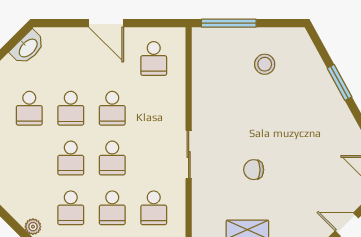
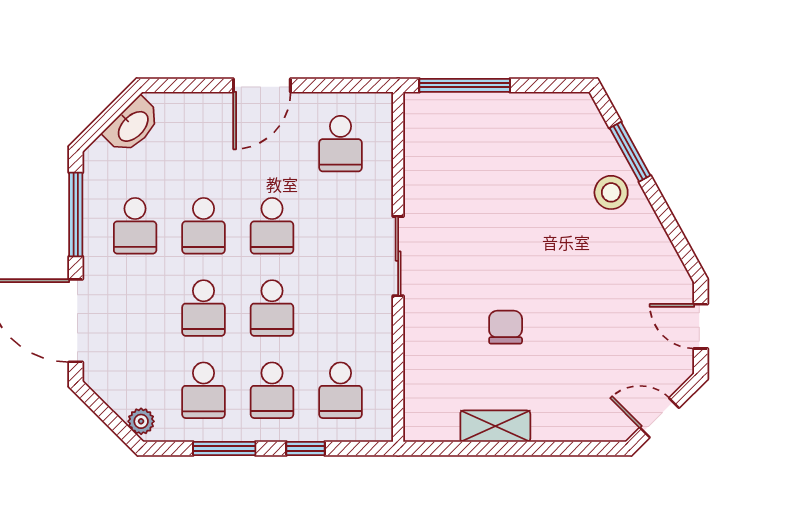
door: (106, 23) -> (262, 85), hinge flipped
stool: (265, 64) -> (611, 192), moved
window: (340, 82) -> (630, 152), moved
sliding door: (189, 155) -> (398, 256), moved
chair: (254, 170) -> (506, 327), turned 90

